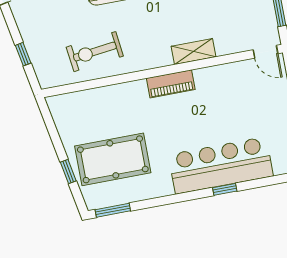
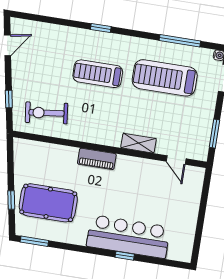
exercise bike: (95, 52) -> (46, 113), moved
door: (265, 52) -> (176, 160), moved
piano: (171, 84) -> (97, 159), moved

